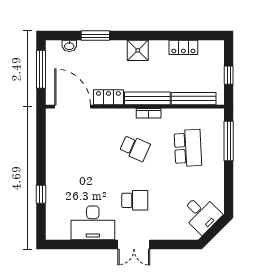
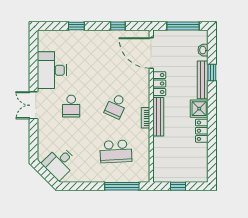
window: (95, 36) -> (212, 72), width x0.67
locker: (183, 47) -> (202, 131), moved
bench: (194, 99) -> (203, 80), moved
door: (73, 107) -> (151, 53), swing flipped
window: (41, 146) -> (118, 26), added

